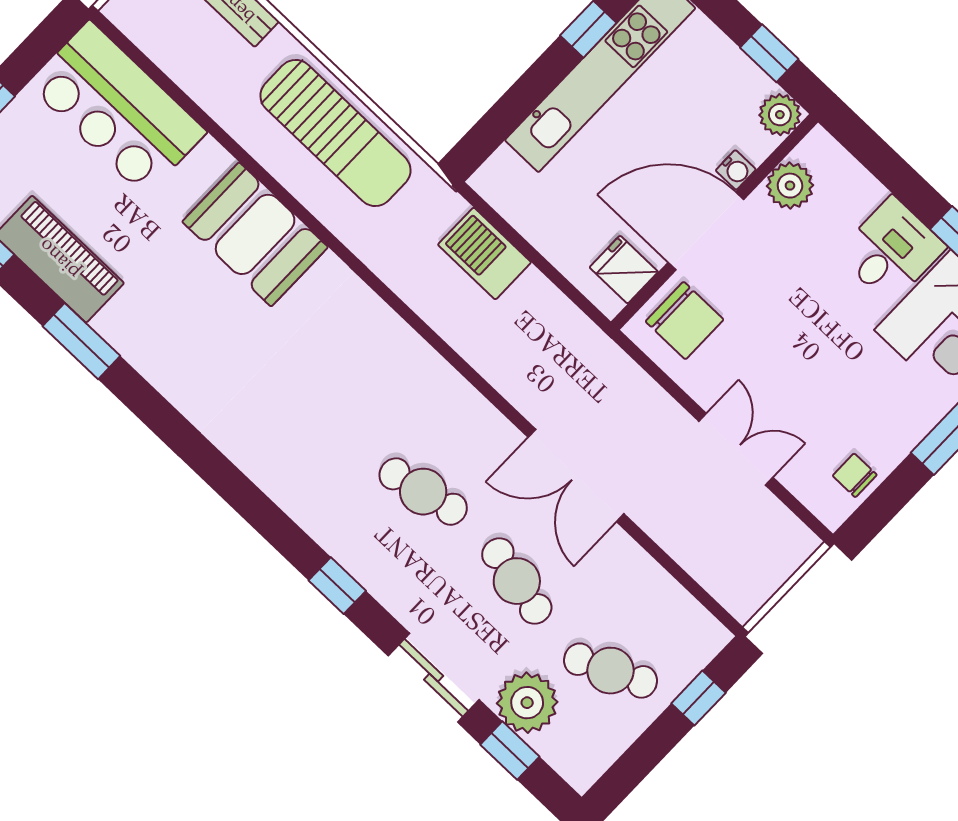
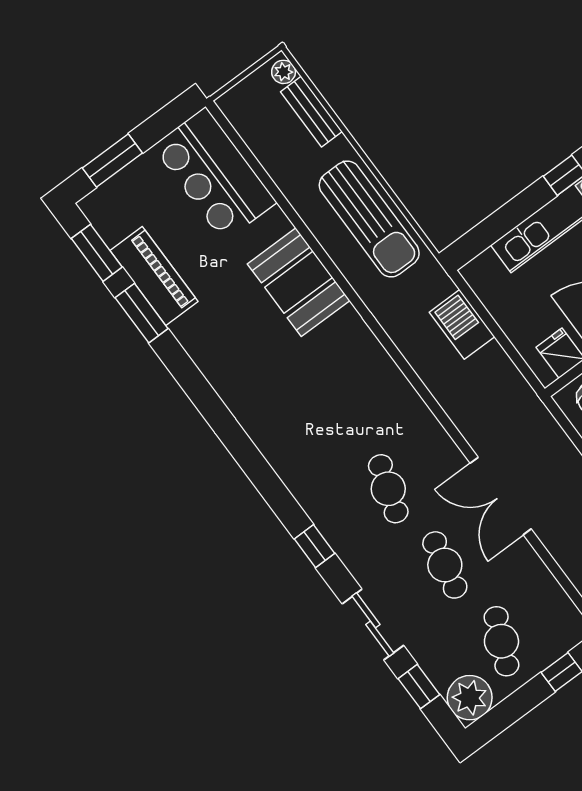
window: (81, 341) -> (142, 313), moved
cafe table: (423, 492) -> (388, 489), turned 30
cafe table: (611, 671) -> (501, 641), turned 48
plant: (527, 703) -> (470, 698), moved

